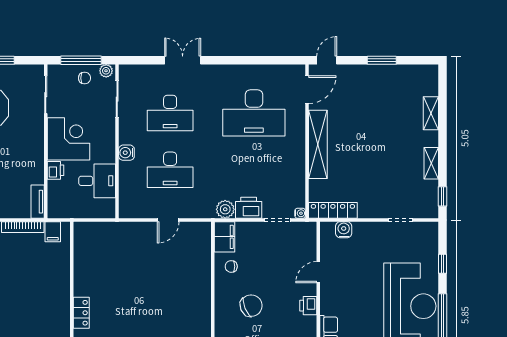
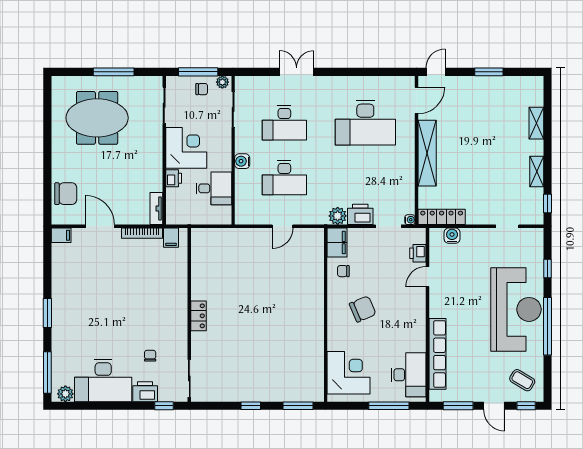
printer: (308, 306) -> (418, 253), moved

